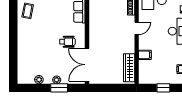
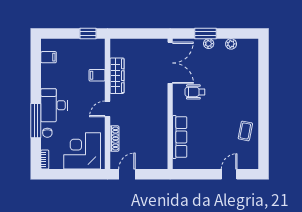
wardrobe: (129, 68) -> (117, 76), moved
window: (163, 88) -> (88, 33), moved

